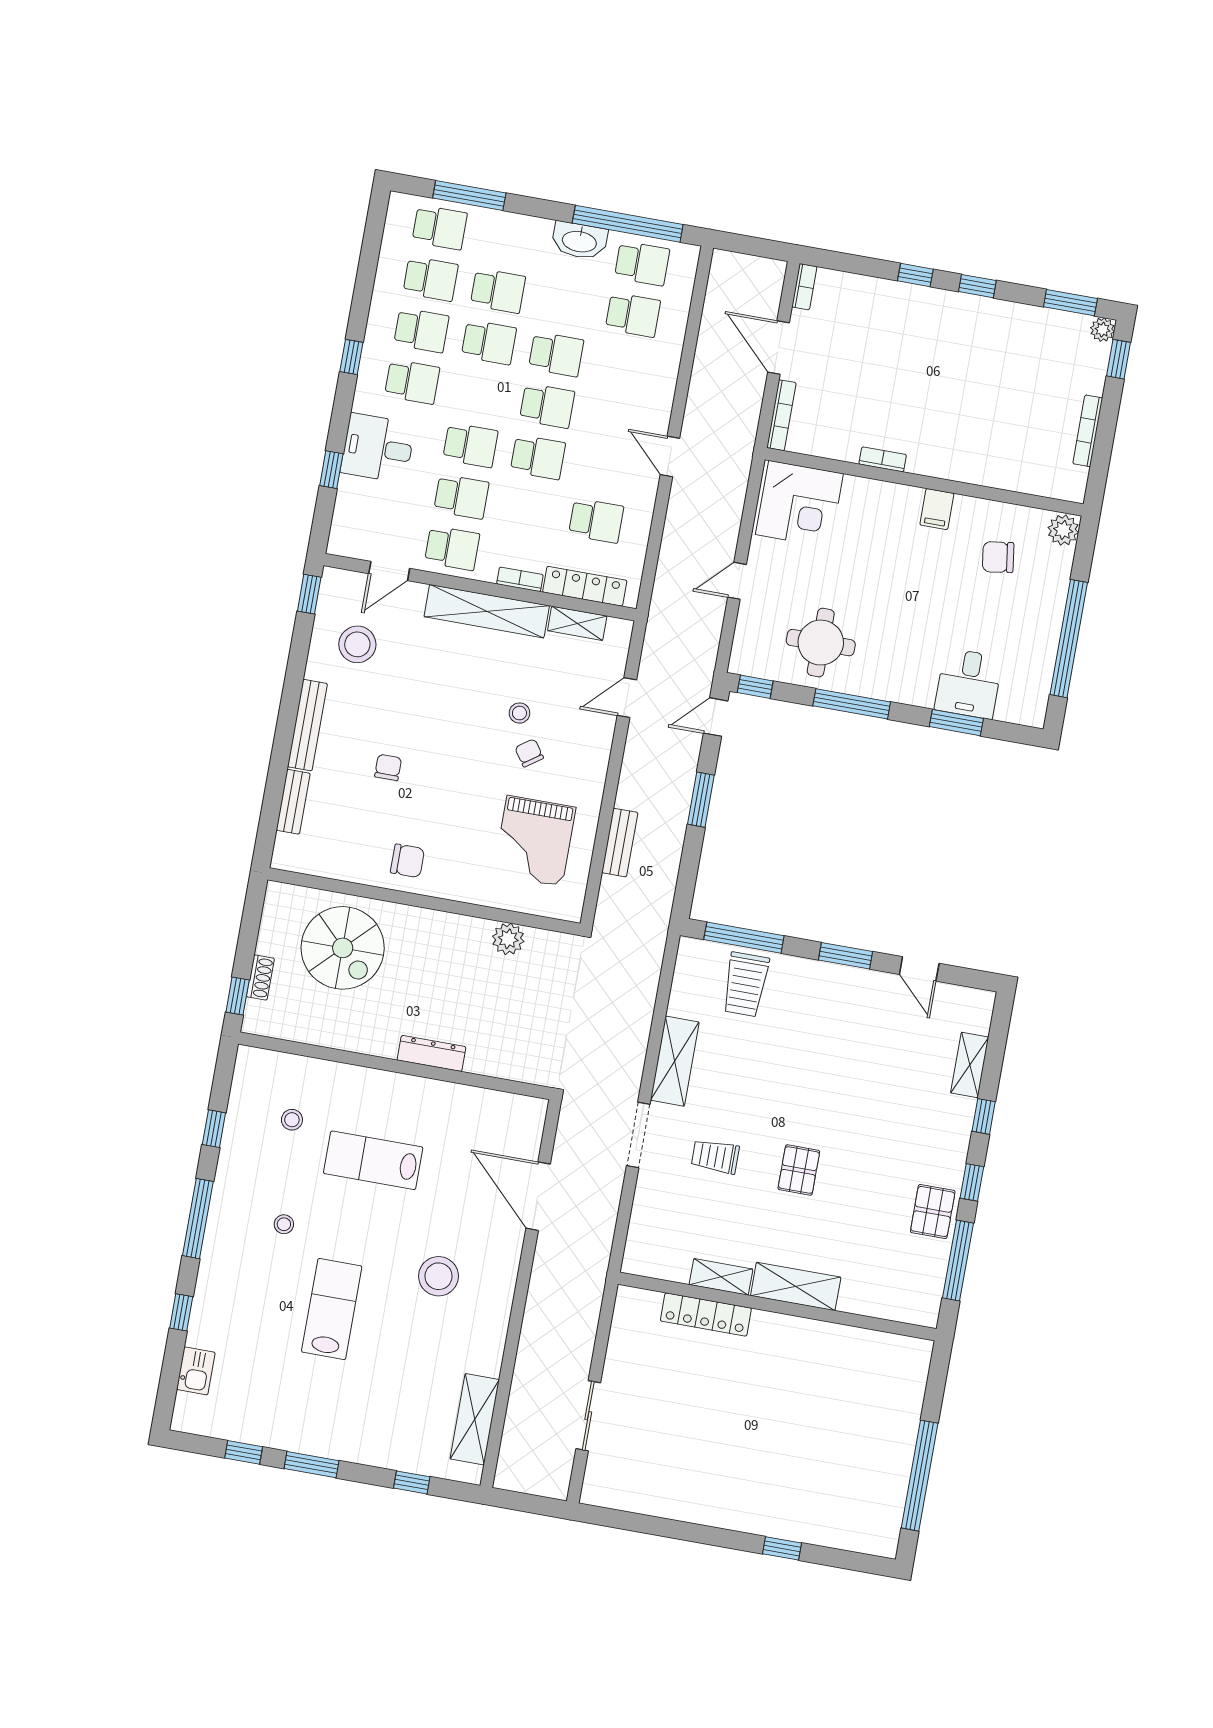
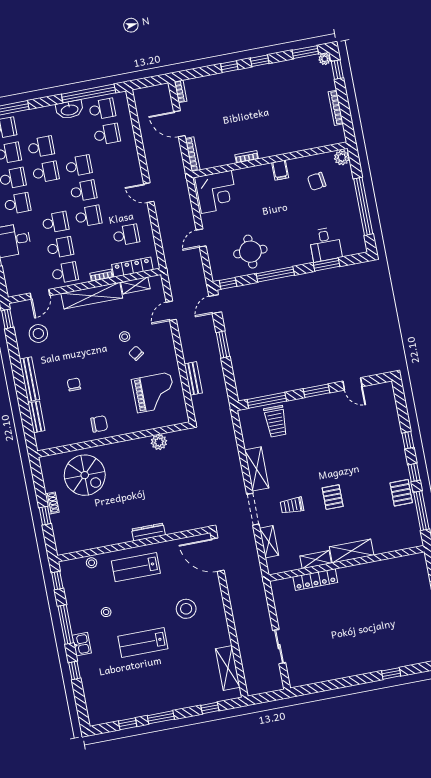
grand piano: (535, 841) -> (154, 393), turned -90
dresser: (431, 1053) -> (148, 532), moved
shelving: (970, 1065) -> (269, 542), moved
wall: (395, 1066) -> (134, 544), moved
lab bench: (332, 1309) -> (143, 643), turned -90
kitchen sink: (196, 1371) -> (82, 644), moved

